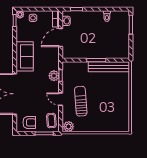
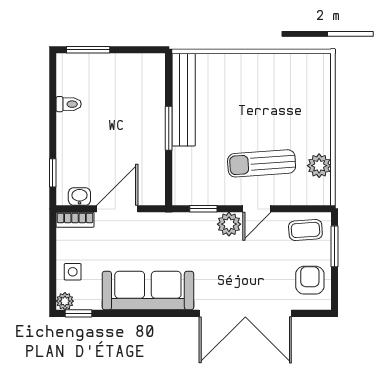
door: (61, 37) -> (117, 209), swing flipped
sofa: (25, 56) -> (148, 291), width x1.36
plant: (54, 76) -> (229, 224), moved
plant: (69, 127) -> (319, 166), moved

